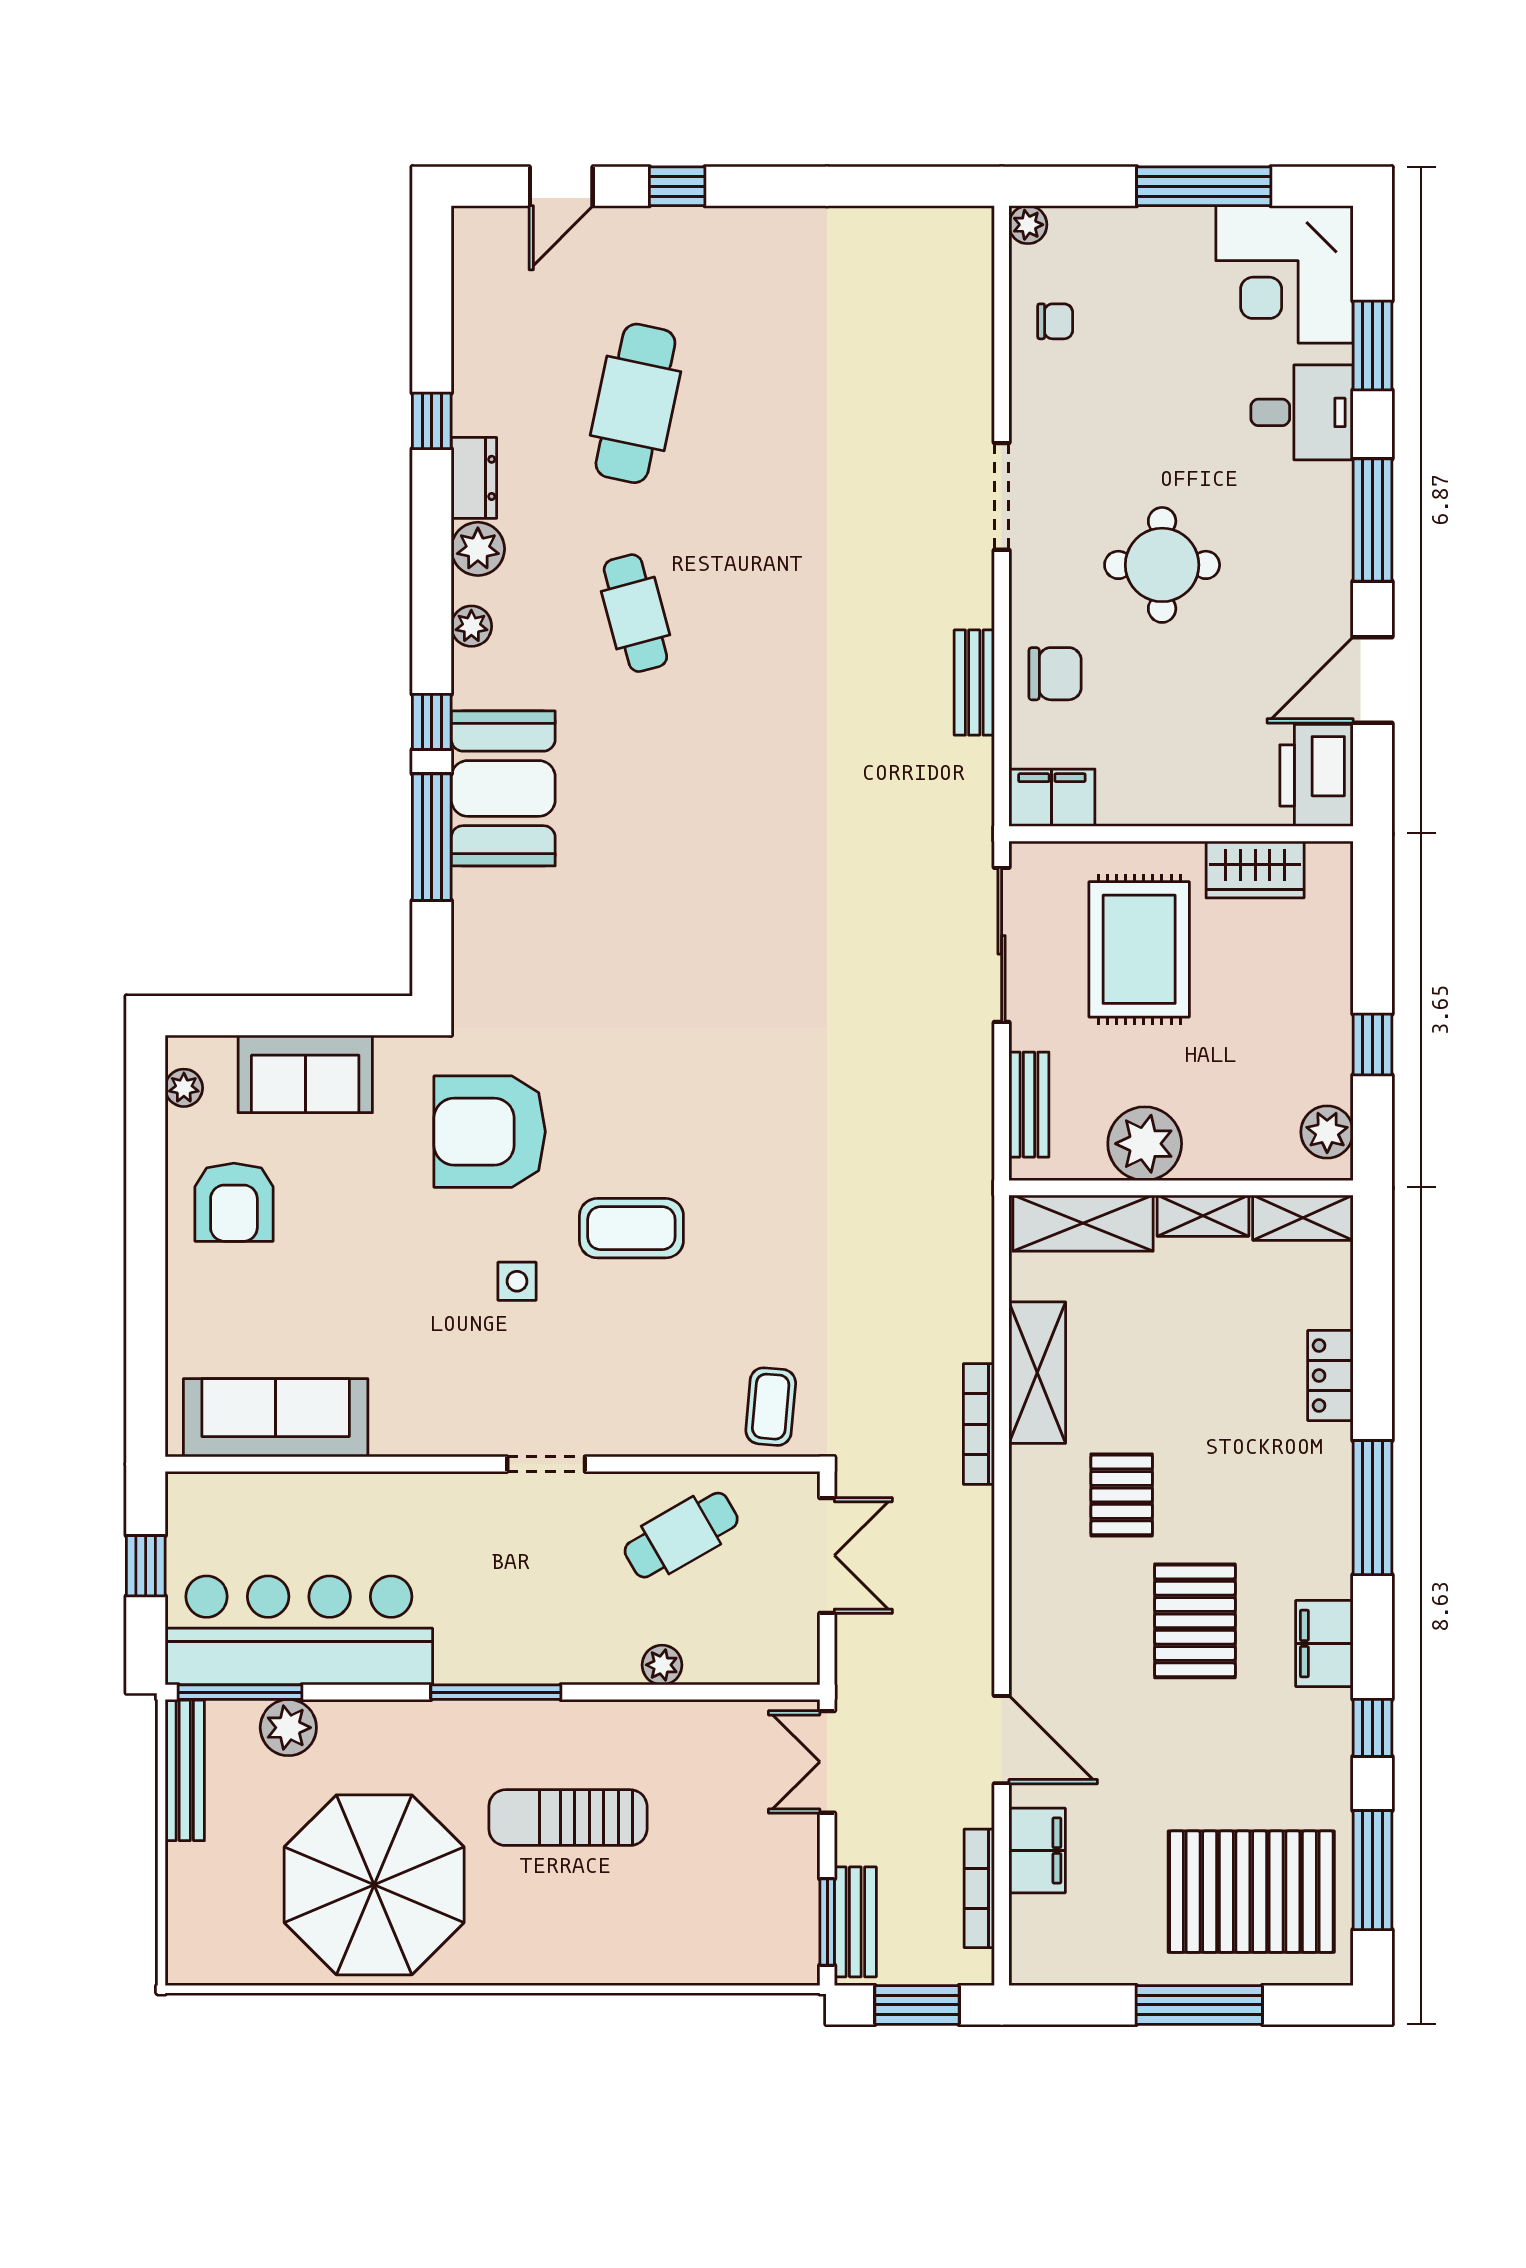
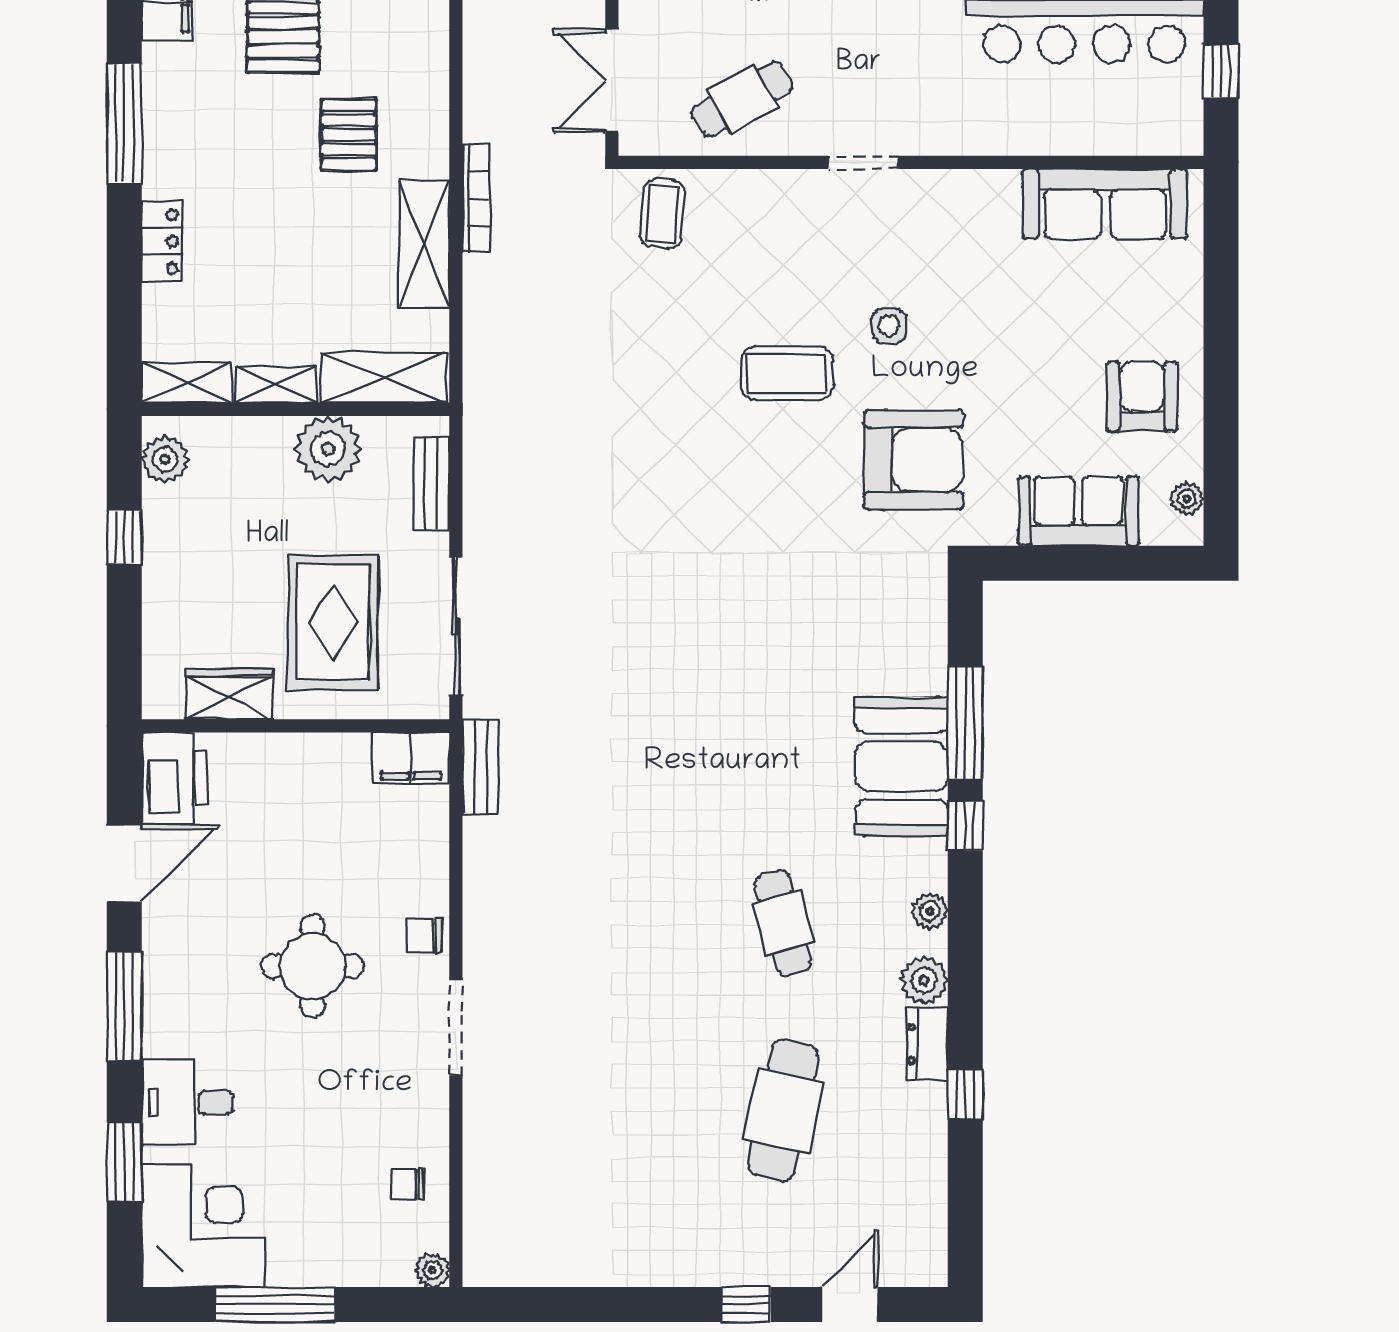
chair: (1055, 674) -> (424, 936), moved, width x0.73, depth x0.73
bench: (974, 683) -> (480, 767), moved

